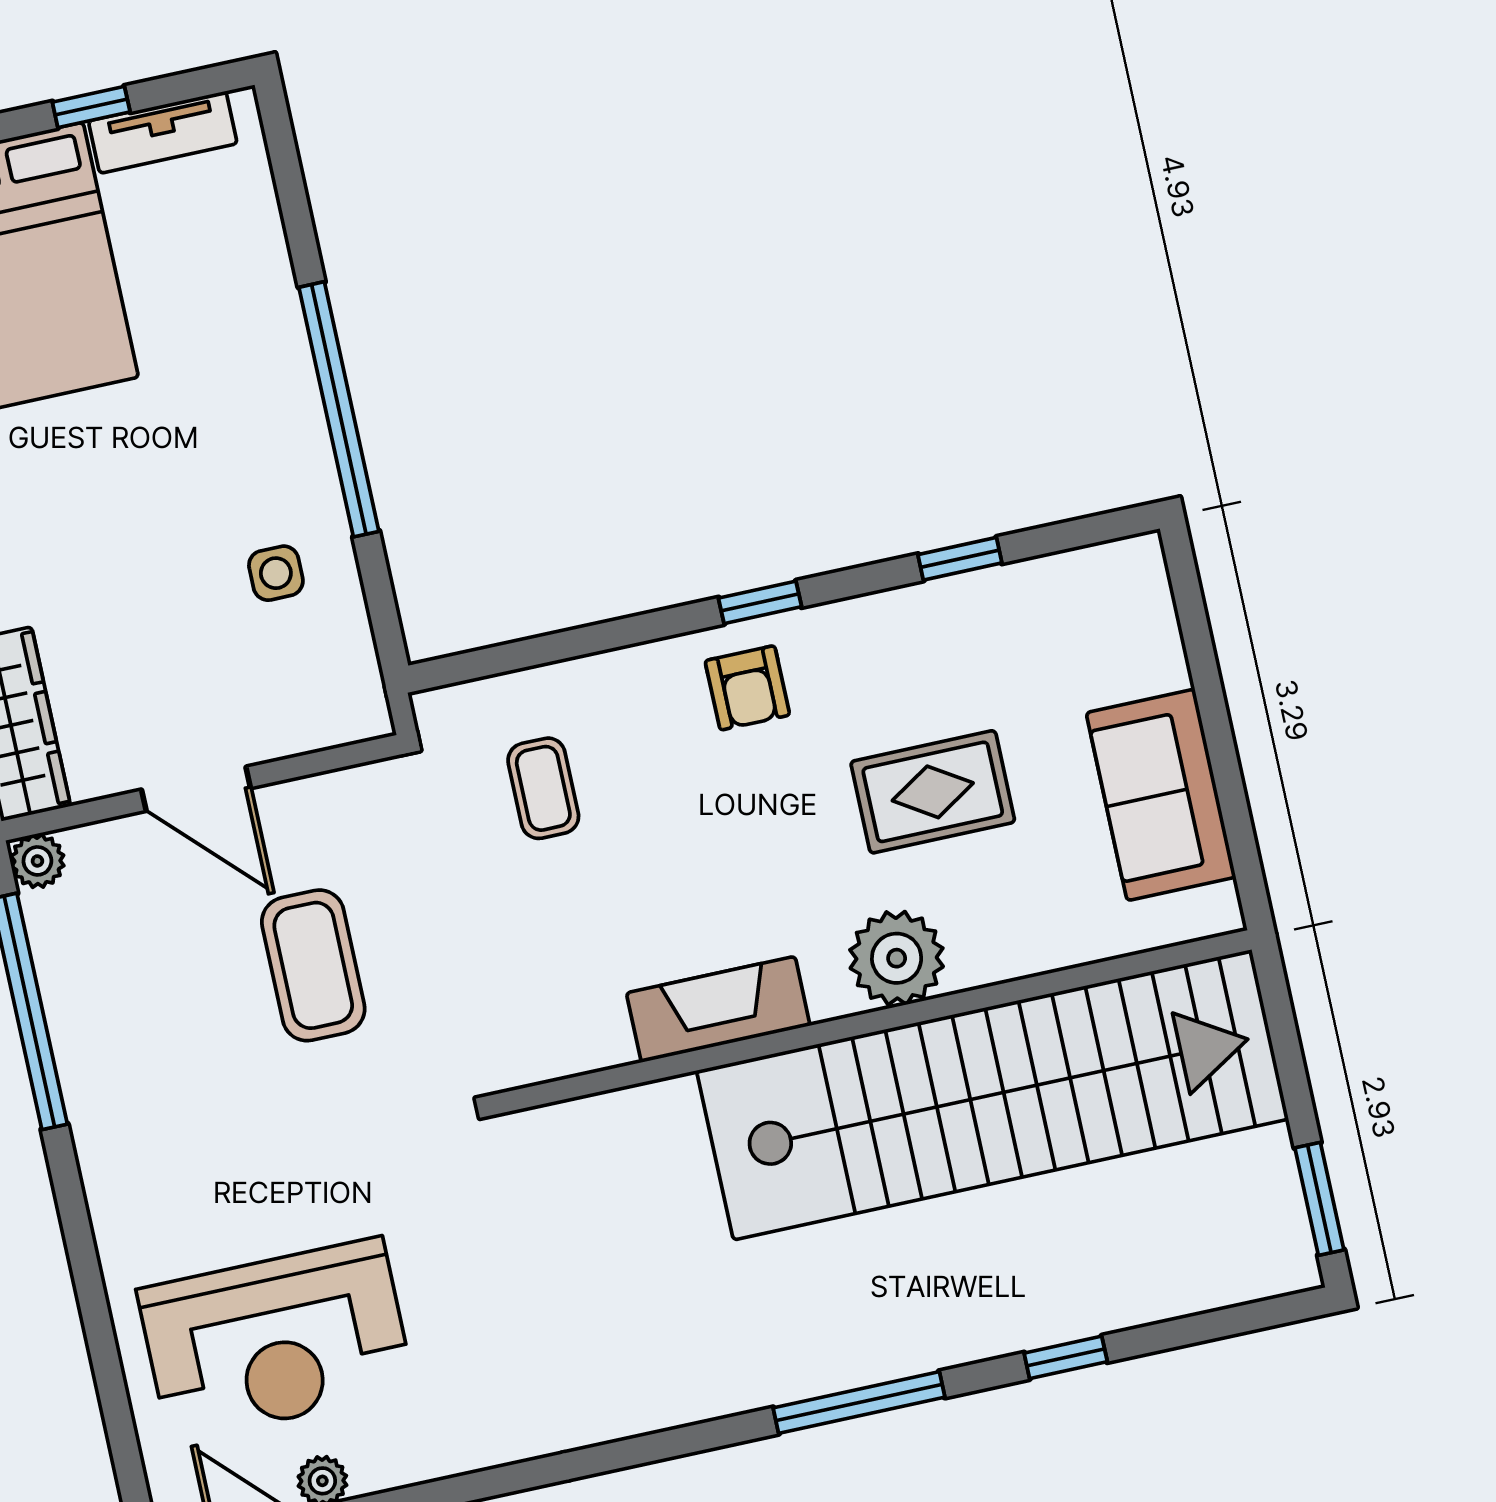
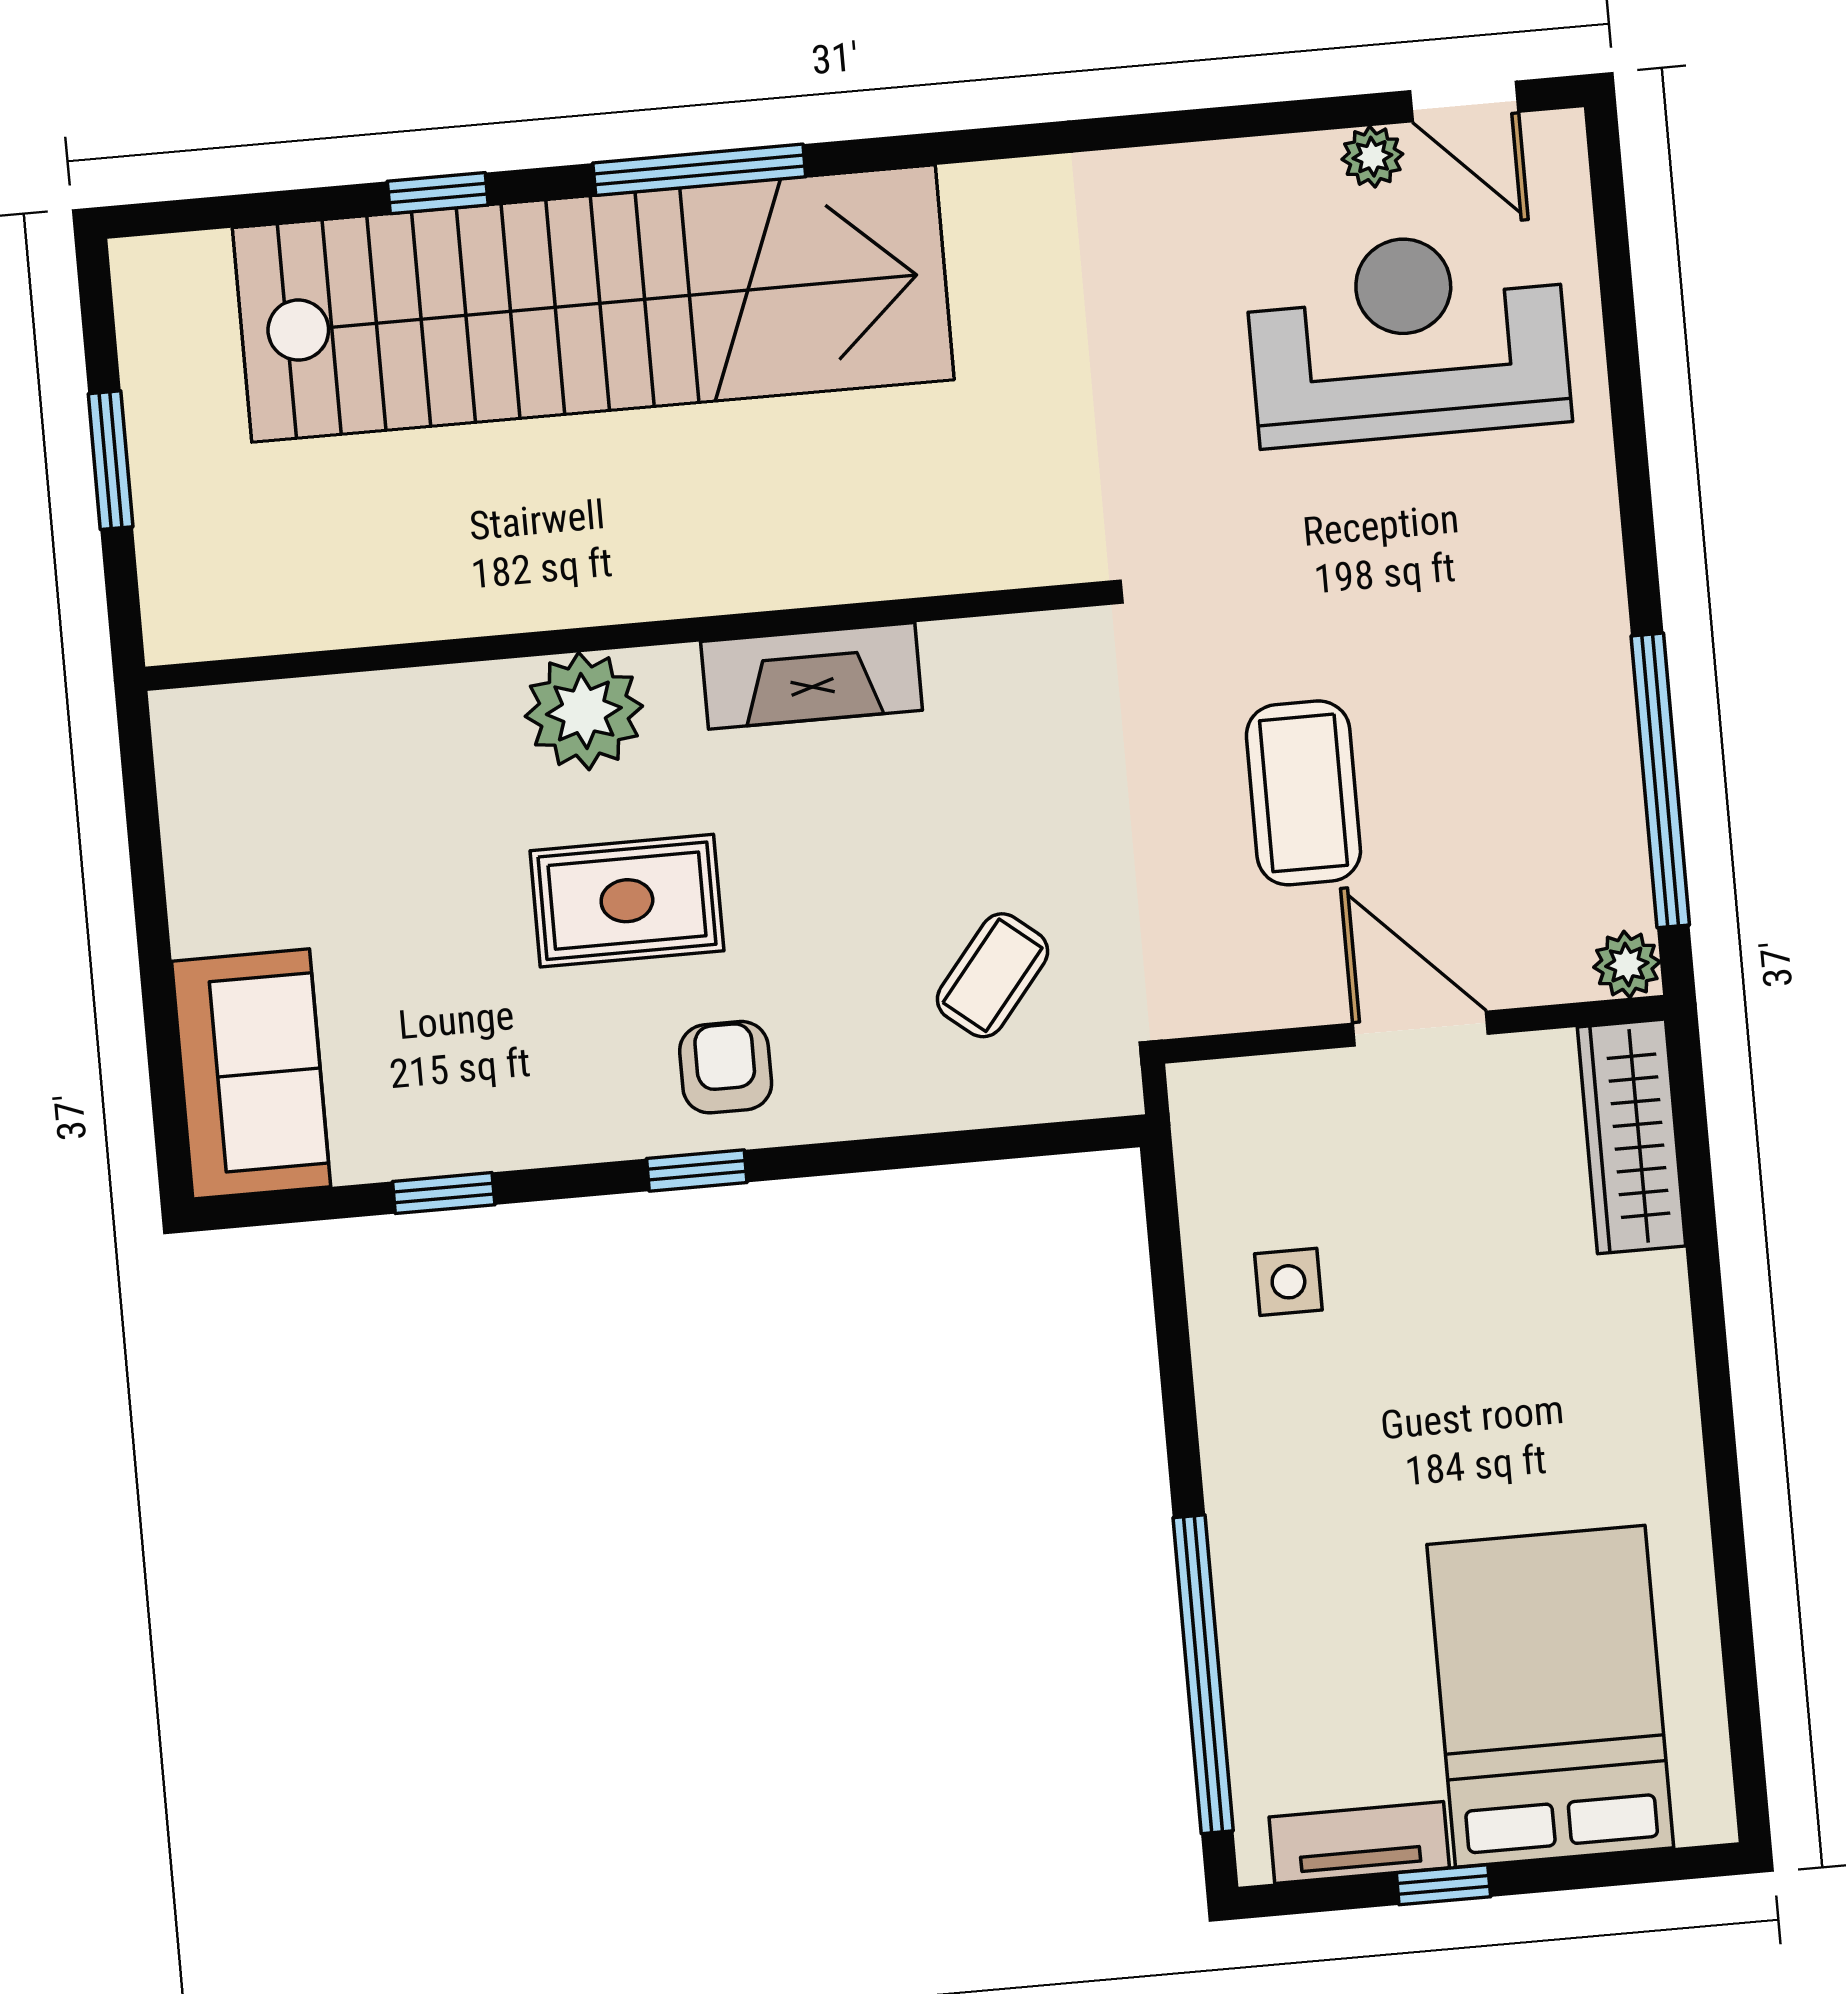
window: (339, 409) -> (1203, 1674), moved
coffee table: (543, 788) -> (993, 975), turned 39
rug: (933, 792) -> (627, 901), moved
sofa: (1161, 795) -> (251, 1074), moved
stairs: (992, 1095) -> (593, 304), moved, turned 180
window: (1319, 1199) -> (111, 460), moved

